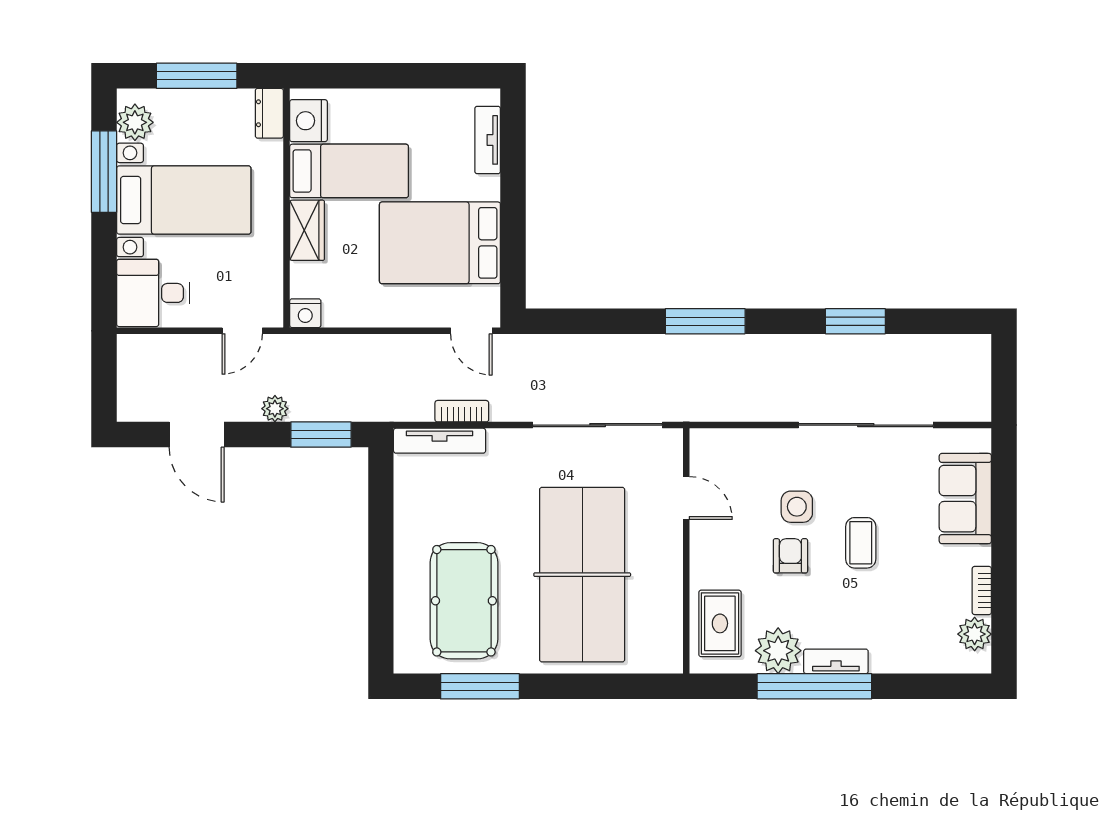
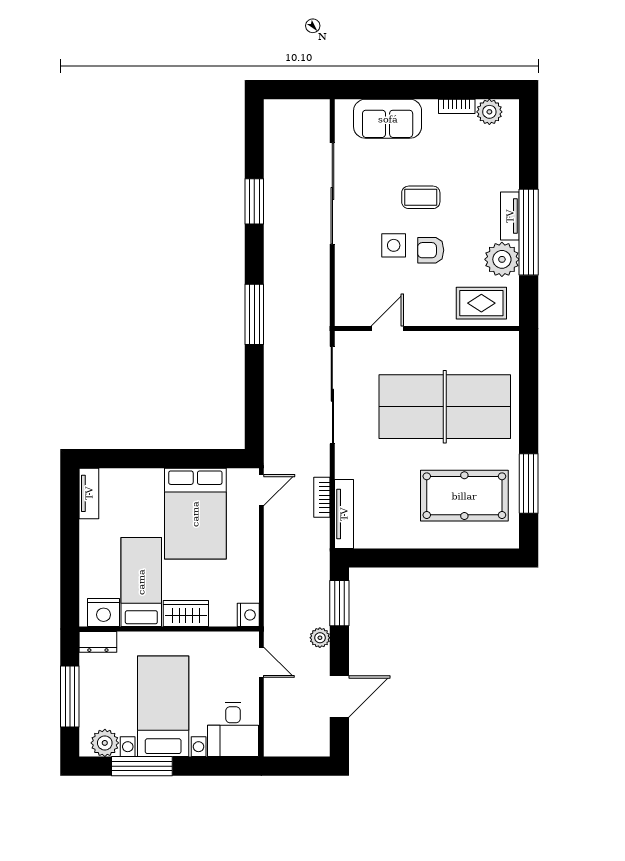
tv unit: (488, 140) -> (89, 493), moved, turned -90

